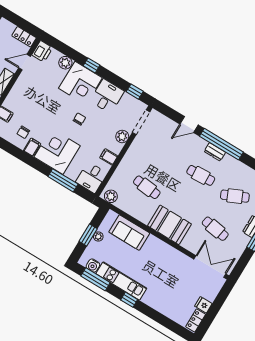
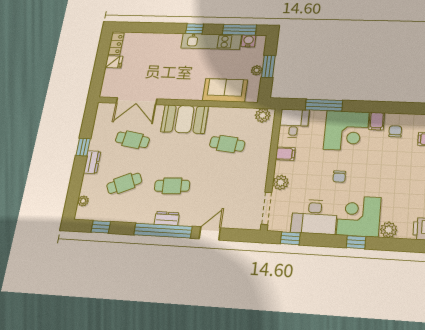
desk: (107, 96) -> (314, 217), width x1.37
double door: (210, 267) -> (137, 101), moved

